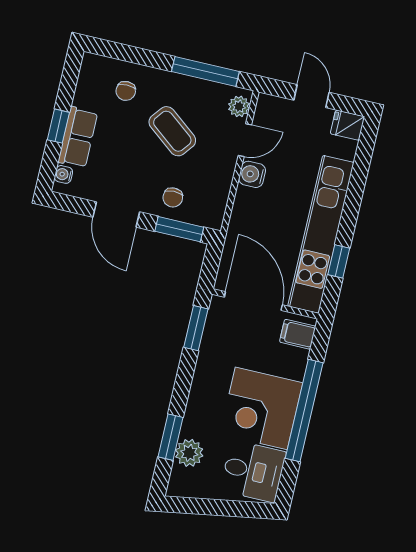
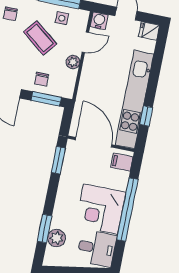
side table: (208, 100) -> (62, 18), added
plant: (239, 106) -> (73, 62), moved
water cooler: (252, 174) -> (99, 21), moved, turned 90

